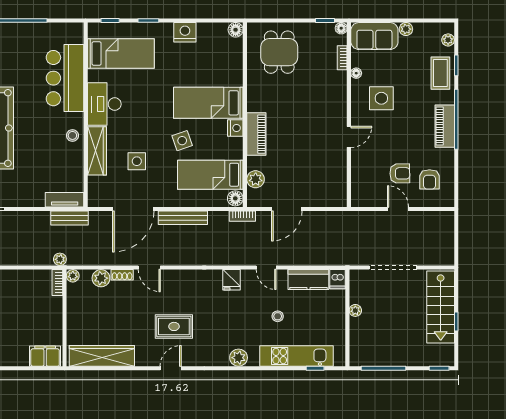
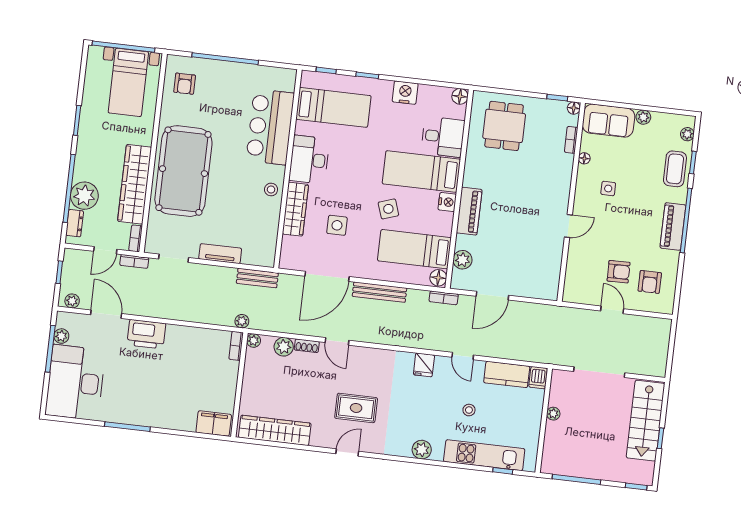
desk: (224, 69) -> (443, 137), added
side table: (381, 98) -> (608, 188), width x0.54, depth x0.54
tv unit: (65, 200) -> (220, 254), moved

